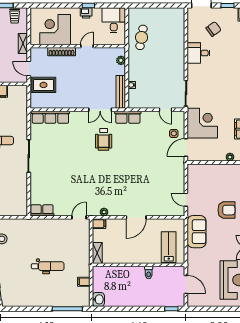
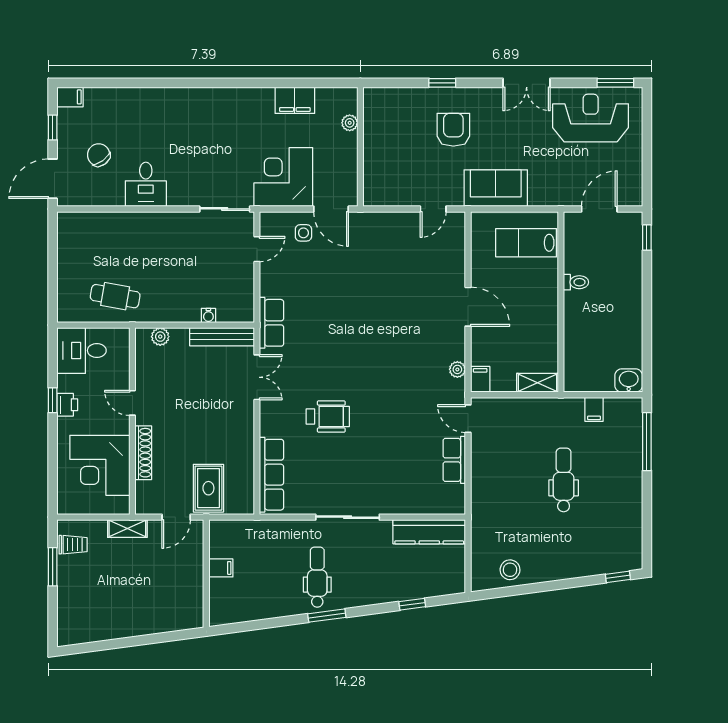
wheelchair: (104, 139) -> (328, 417), moved
kitchen counter: (21, 198) -> (429, 532), added
row of seats: (42, 210) -> (454, 460), moved

